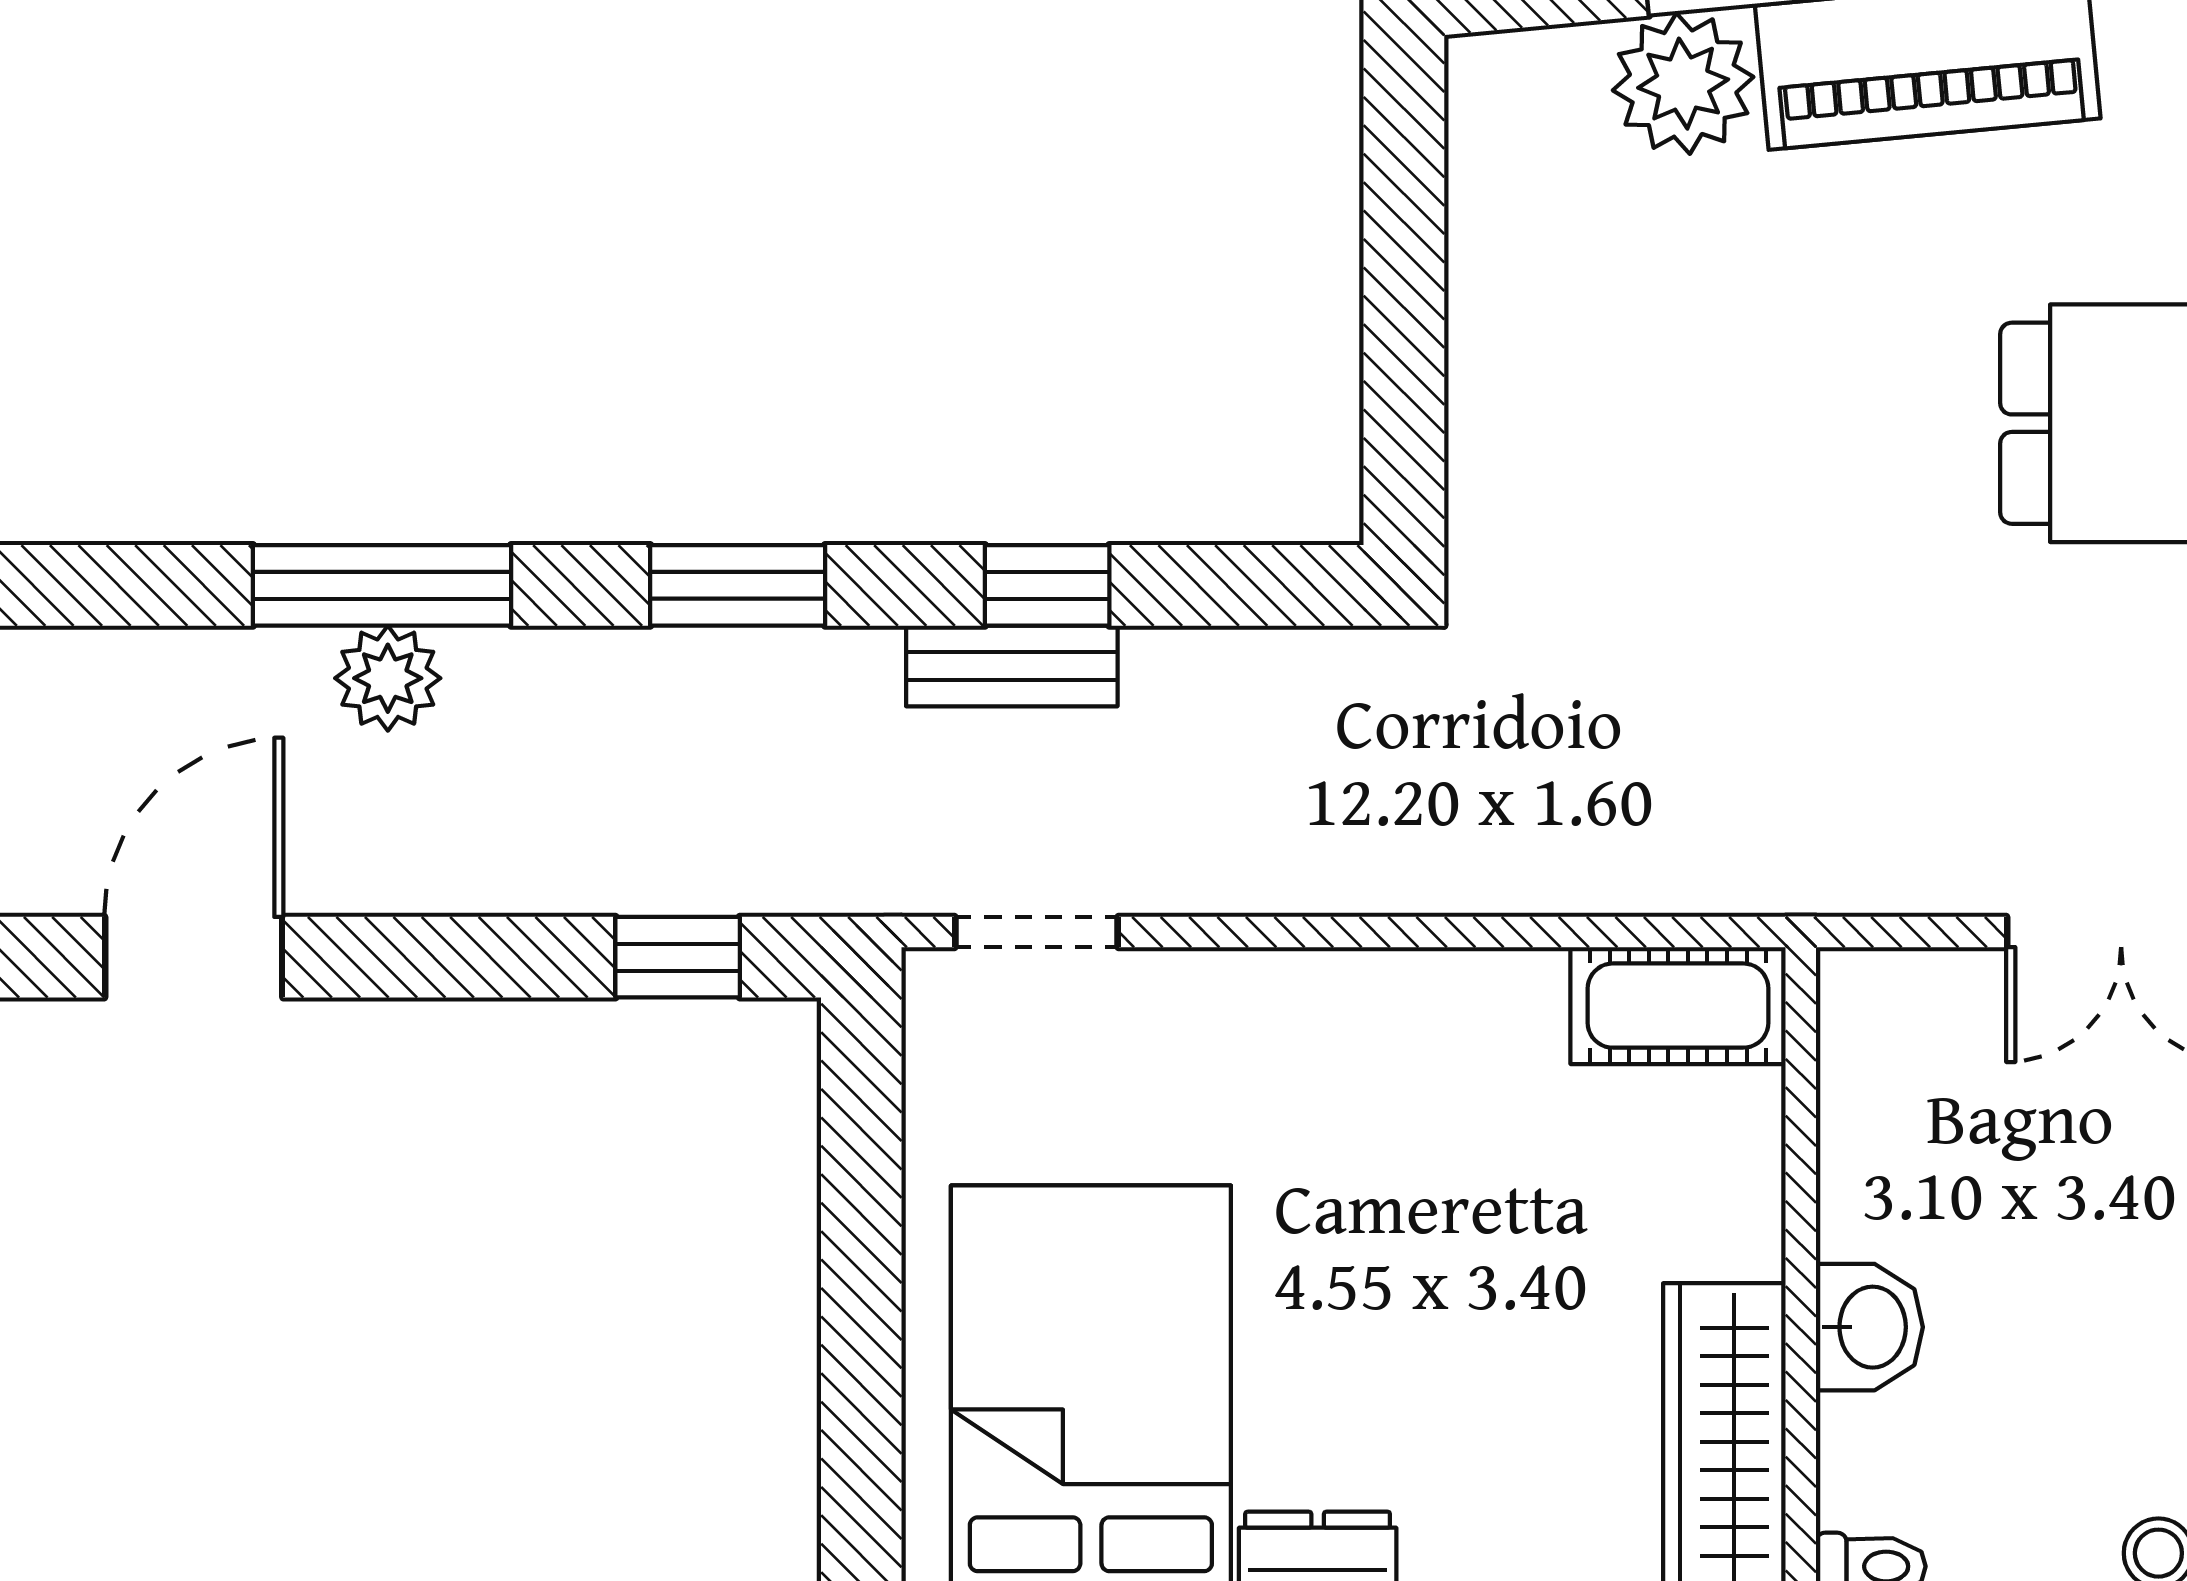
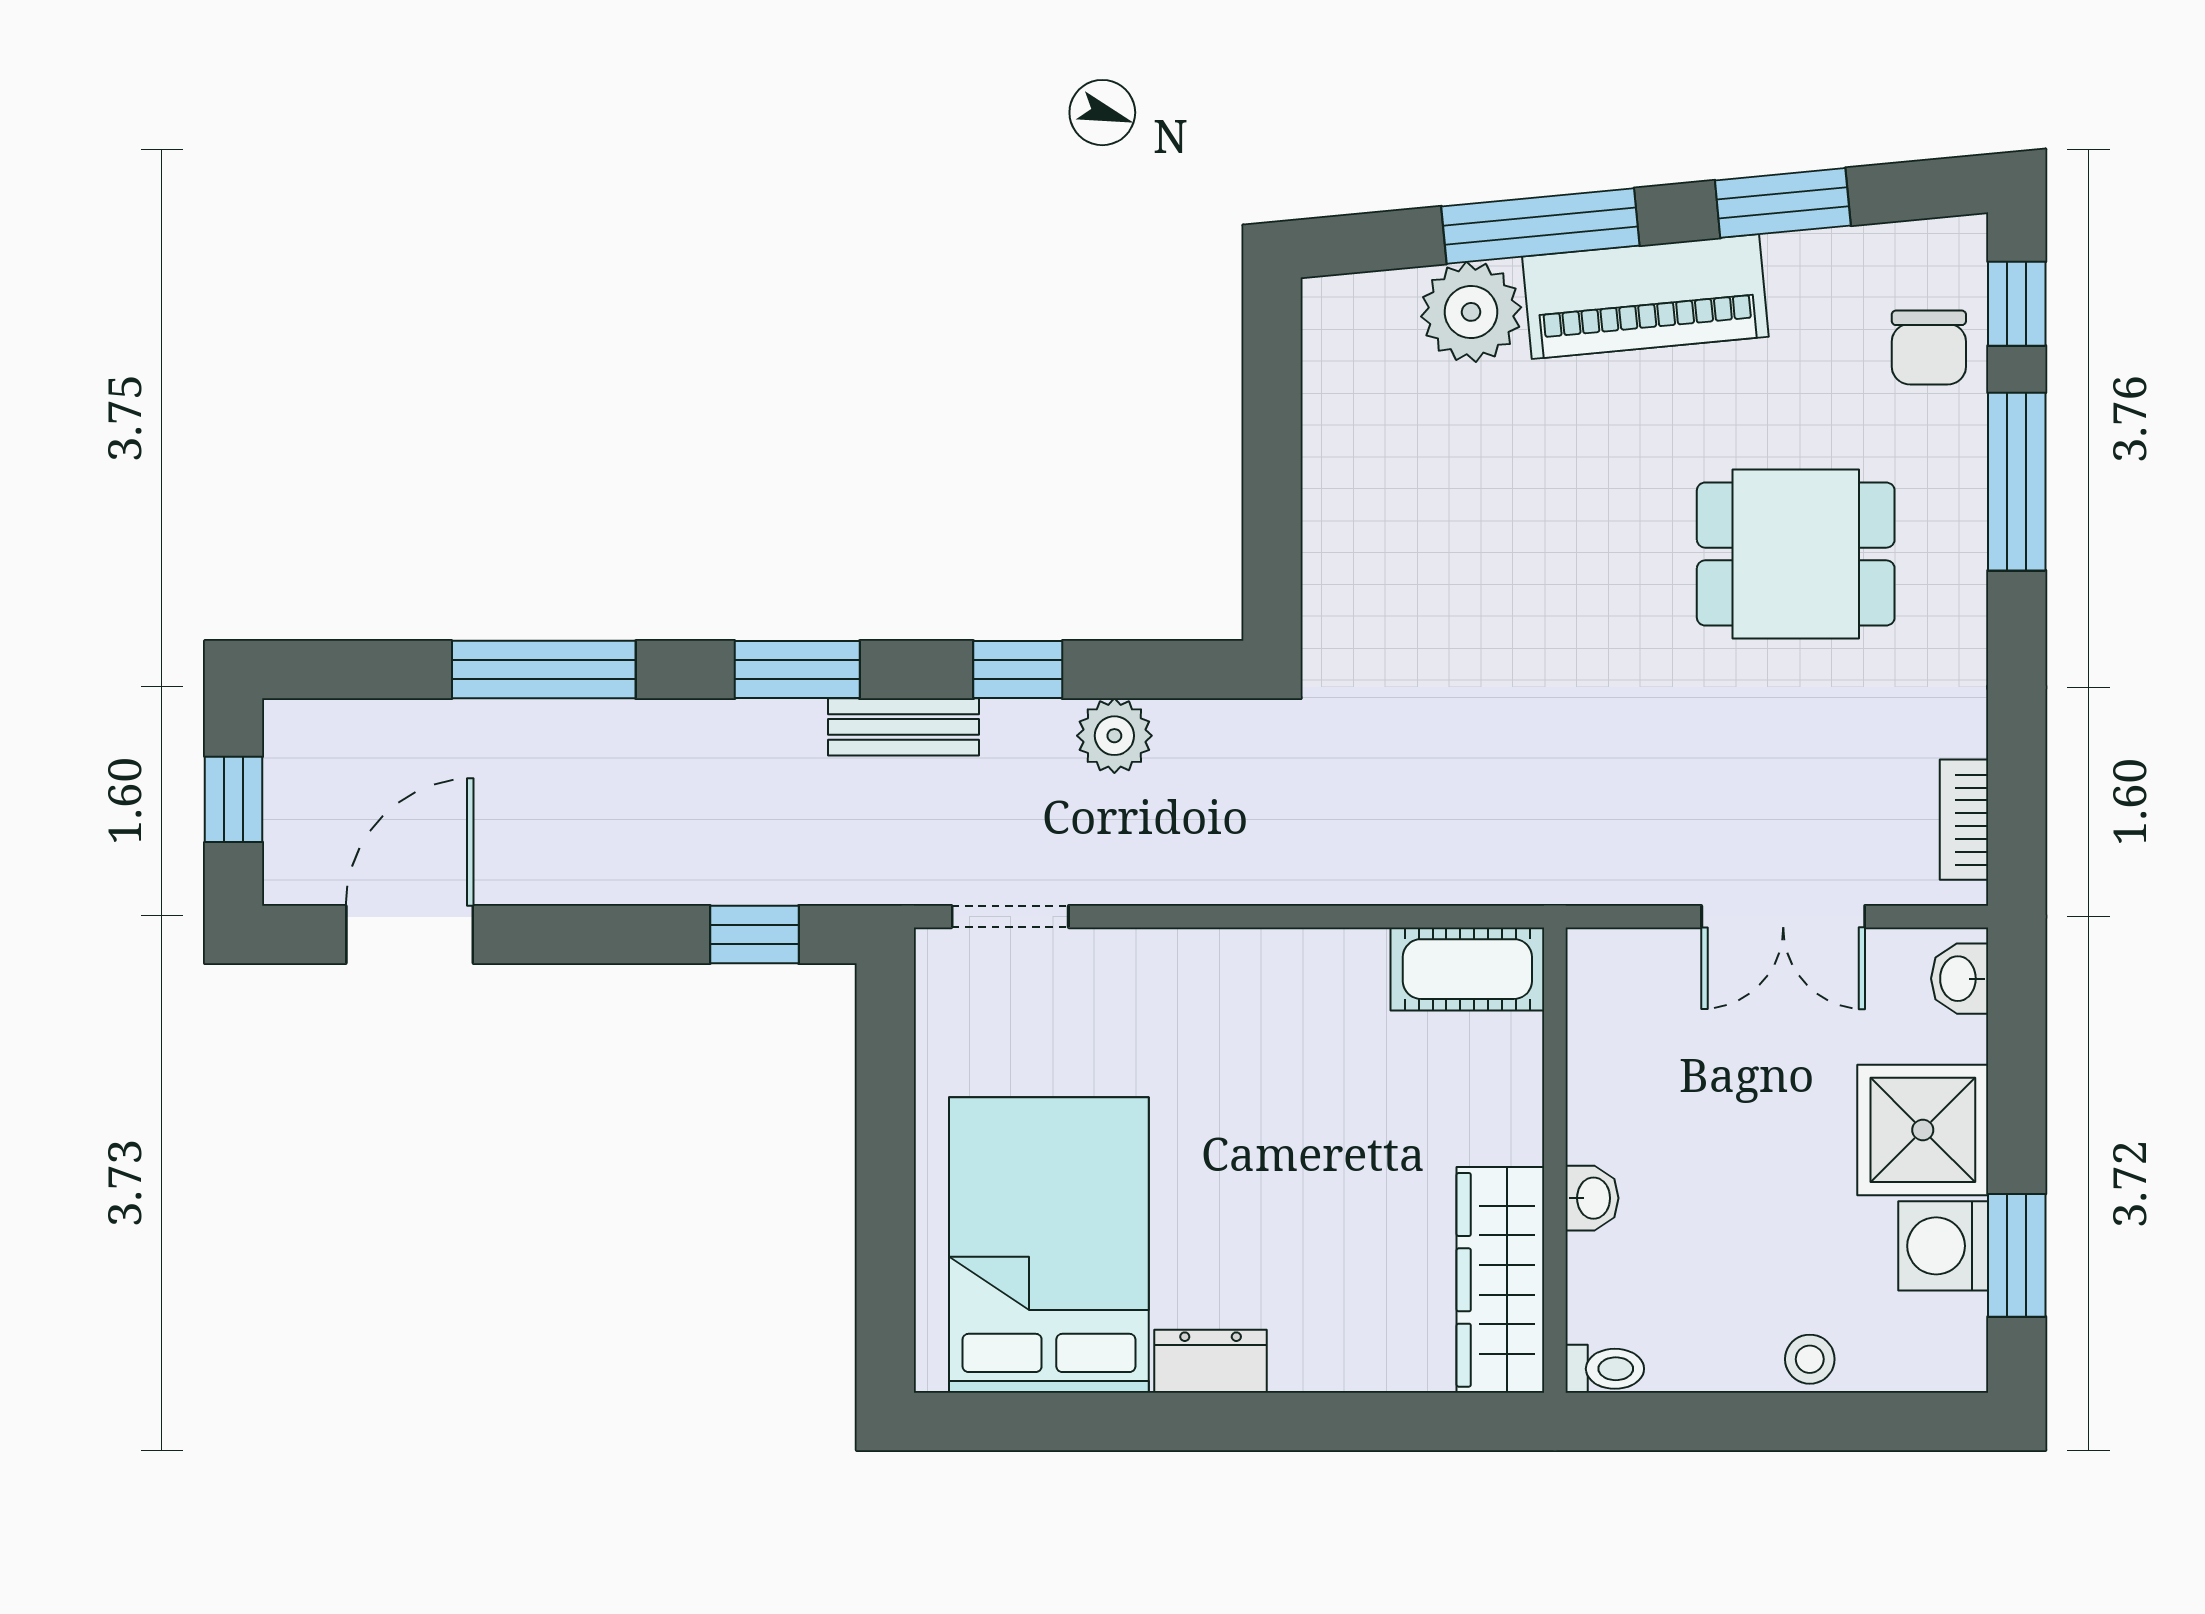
bench: (1012, 666) -> (904, 727), moved
plant: (388, 678) -> (1114, 736), moved
washbasin: (1869, 1327) -> (1592, 1198), width x0.72, depth x0.69

